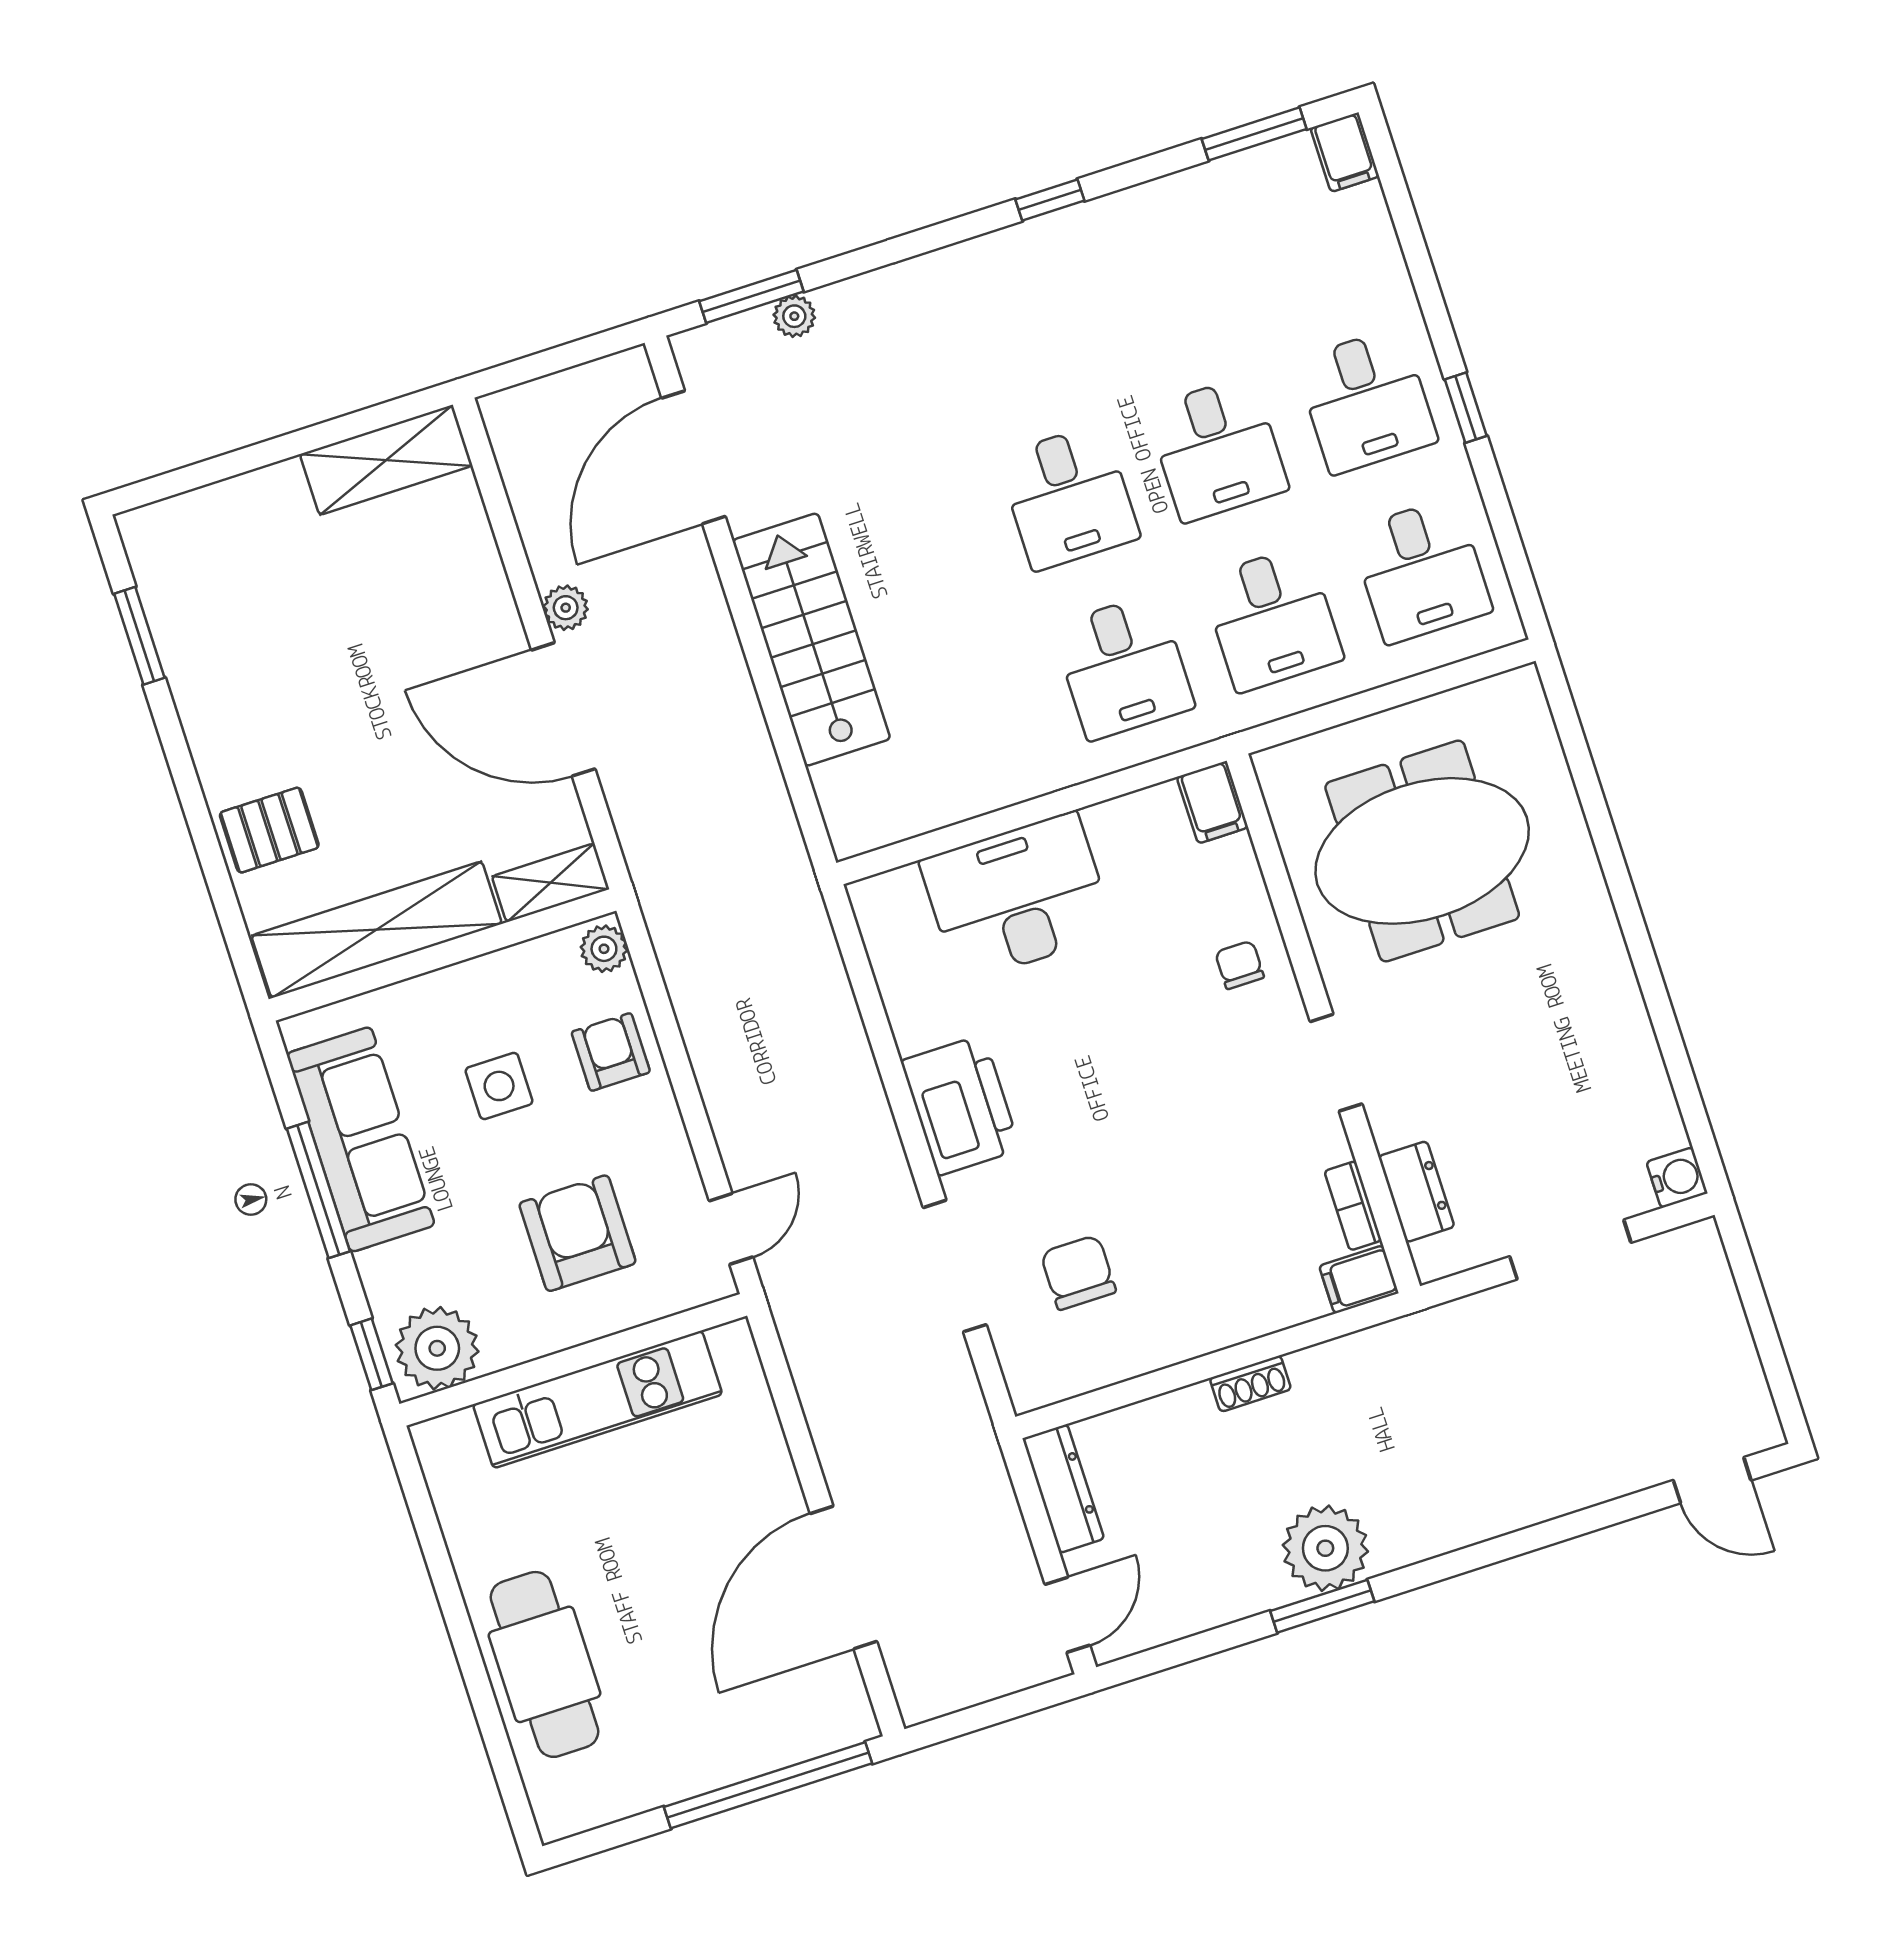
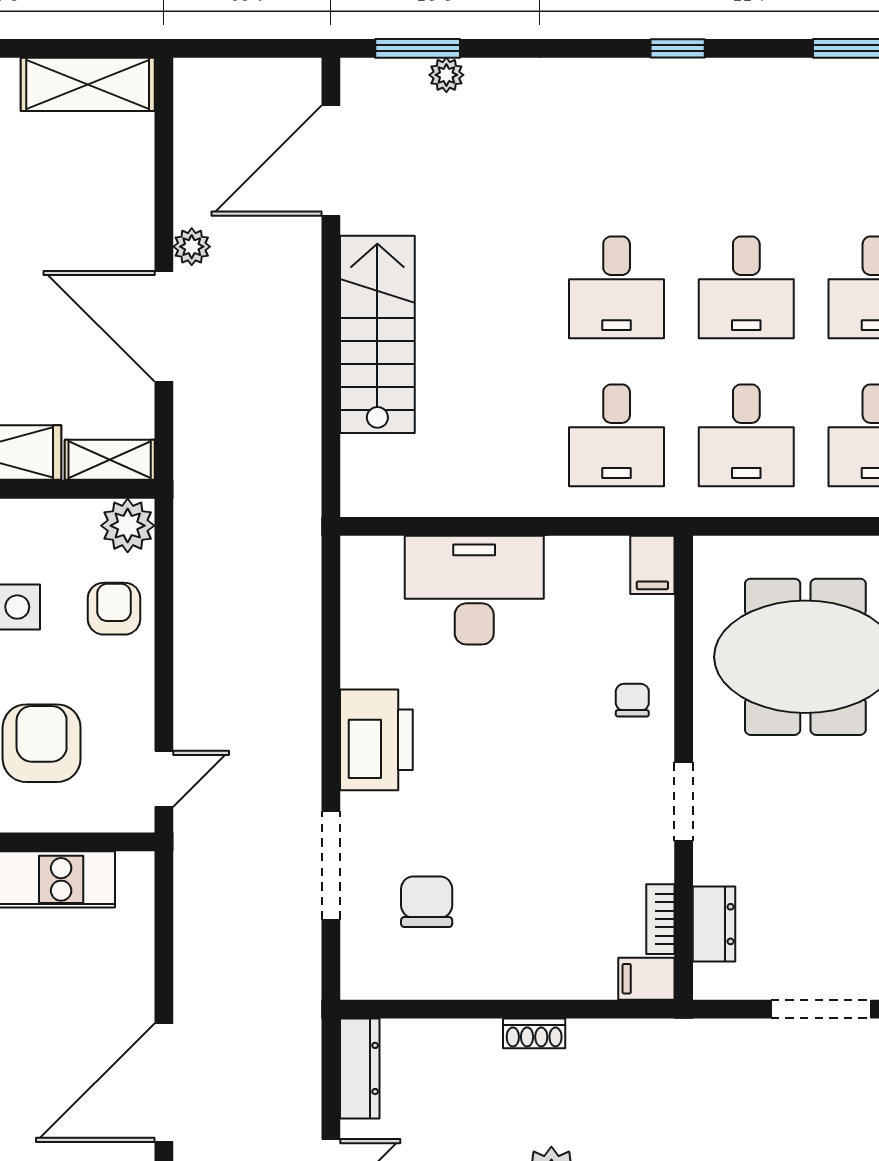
plant: (604, 949) -> (128, 526), width x1.38, depth x1.38

